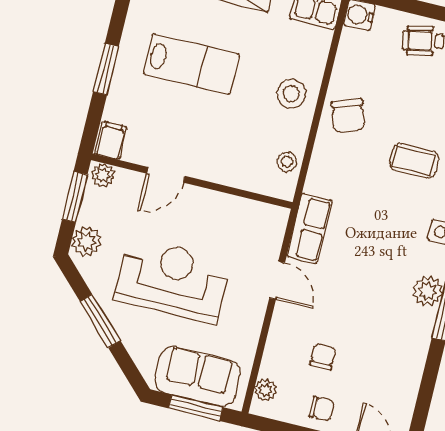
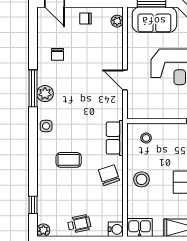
stool: (287, 162) -> (146, 138), moved
row of seats: (309, 229) -> (115, 138), moved
chair: (323, 357) -> (58, 54), moved

